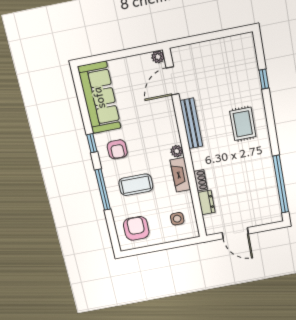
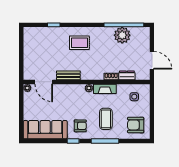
bench: (191, 123) -> (68, 75), width x0.73
plant: (265, 185) -> (122, 35), added
door: (235, 233) -> (152, 60), hinge flipped

